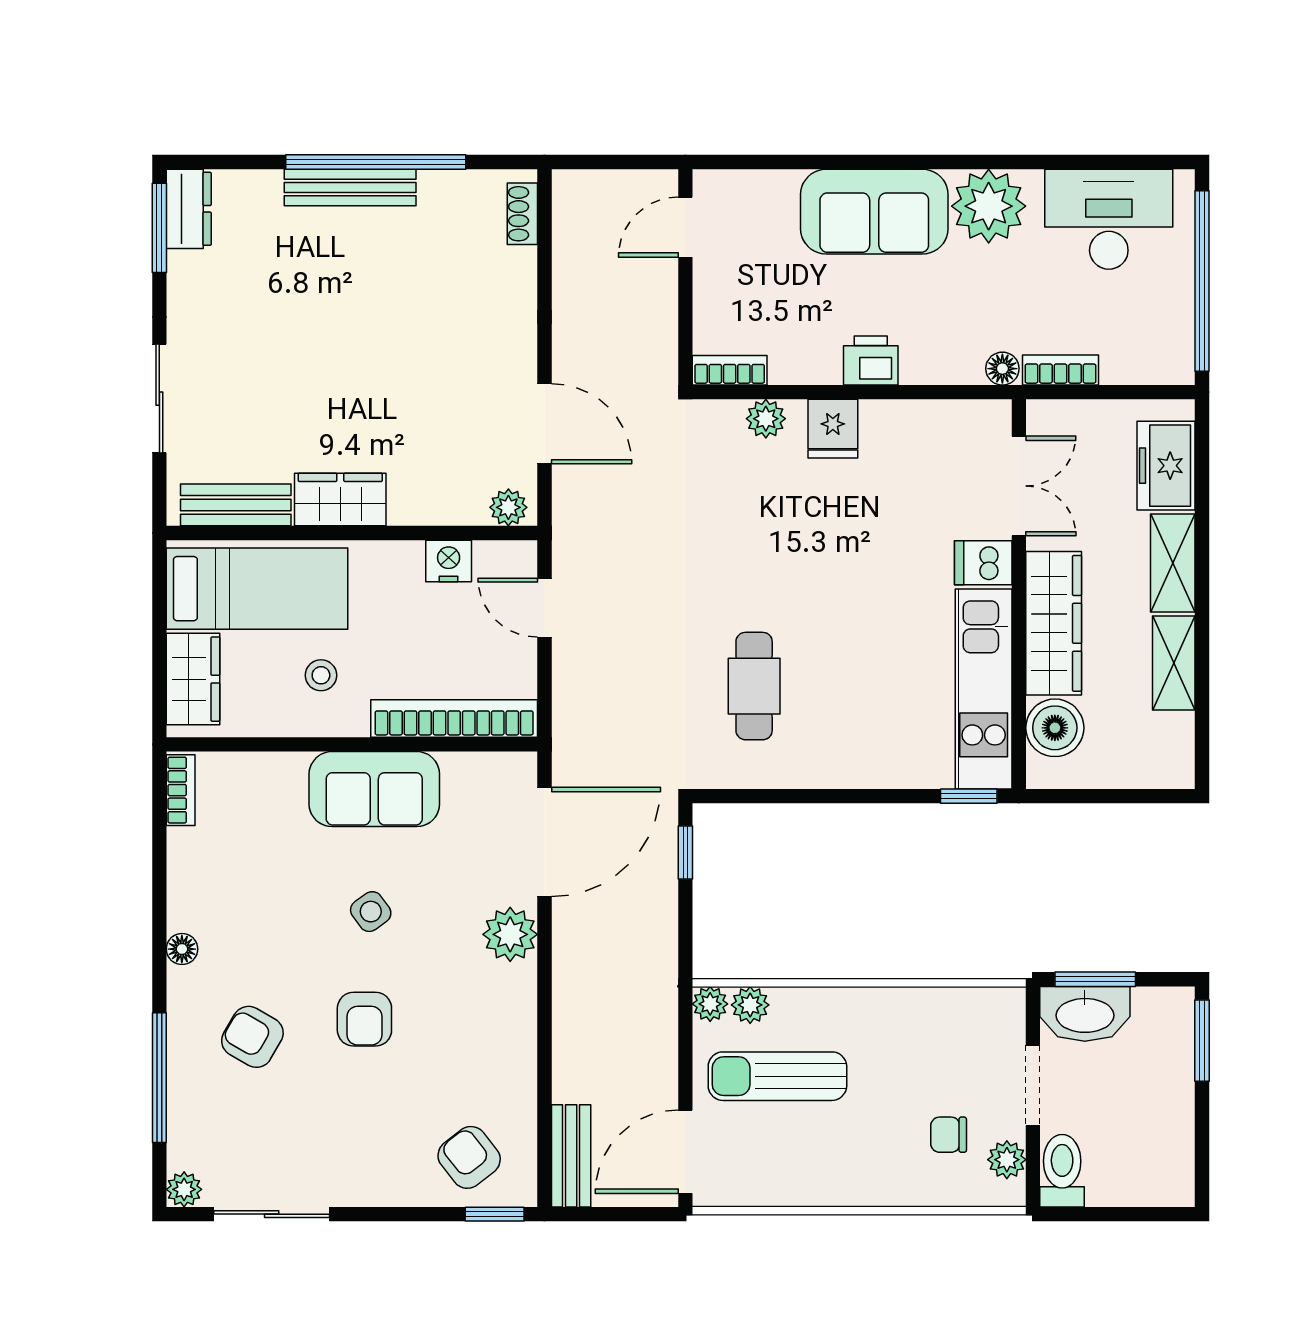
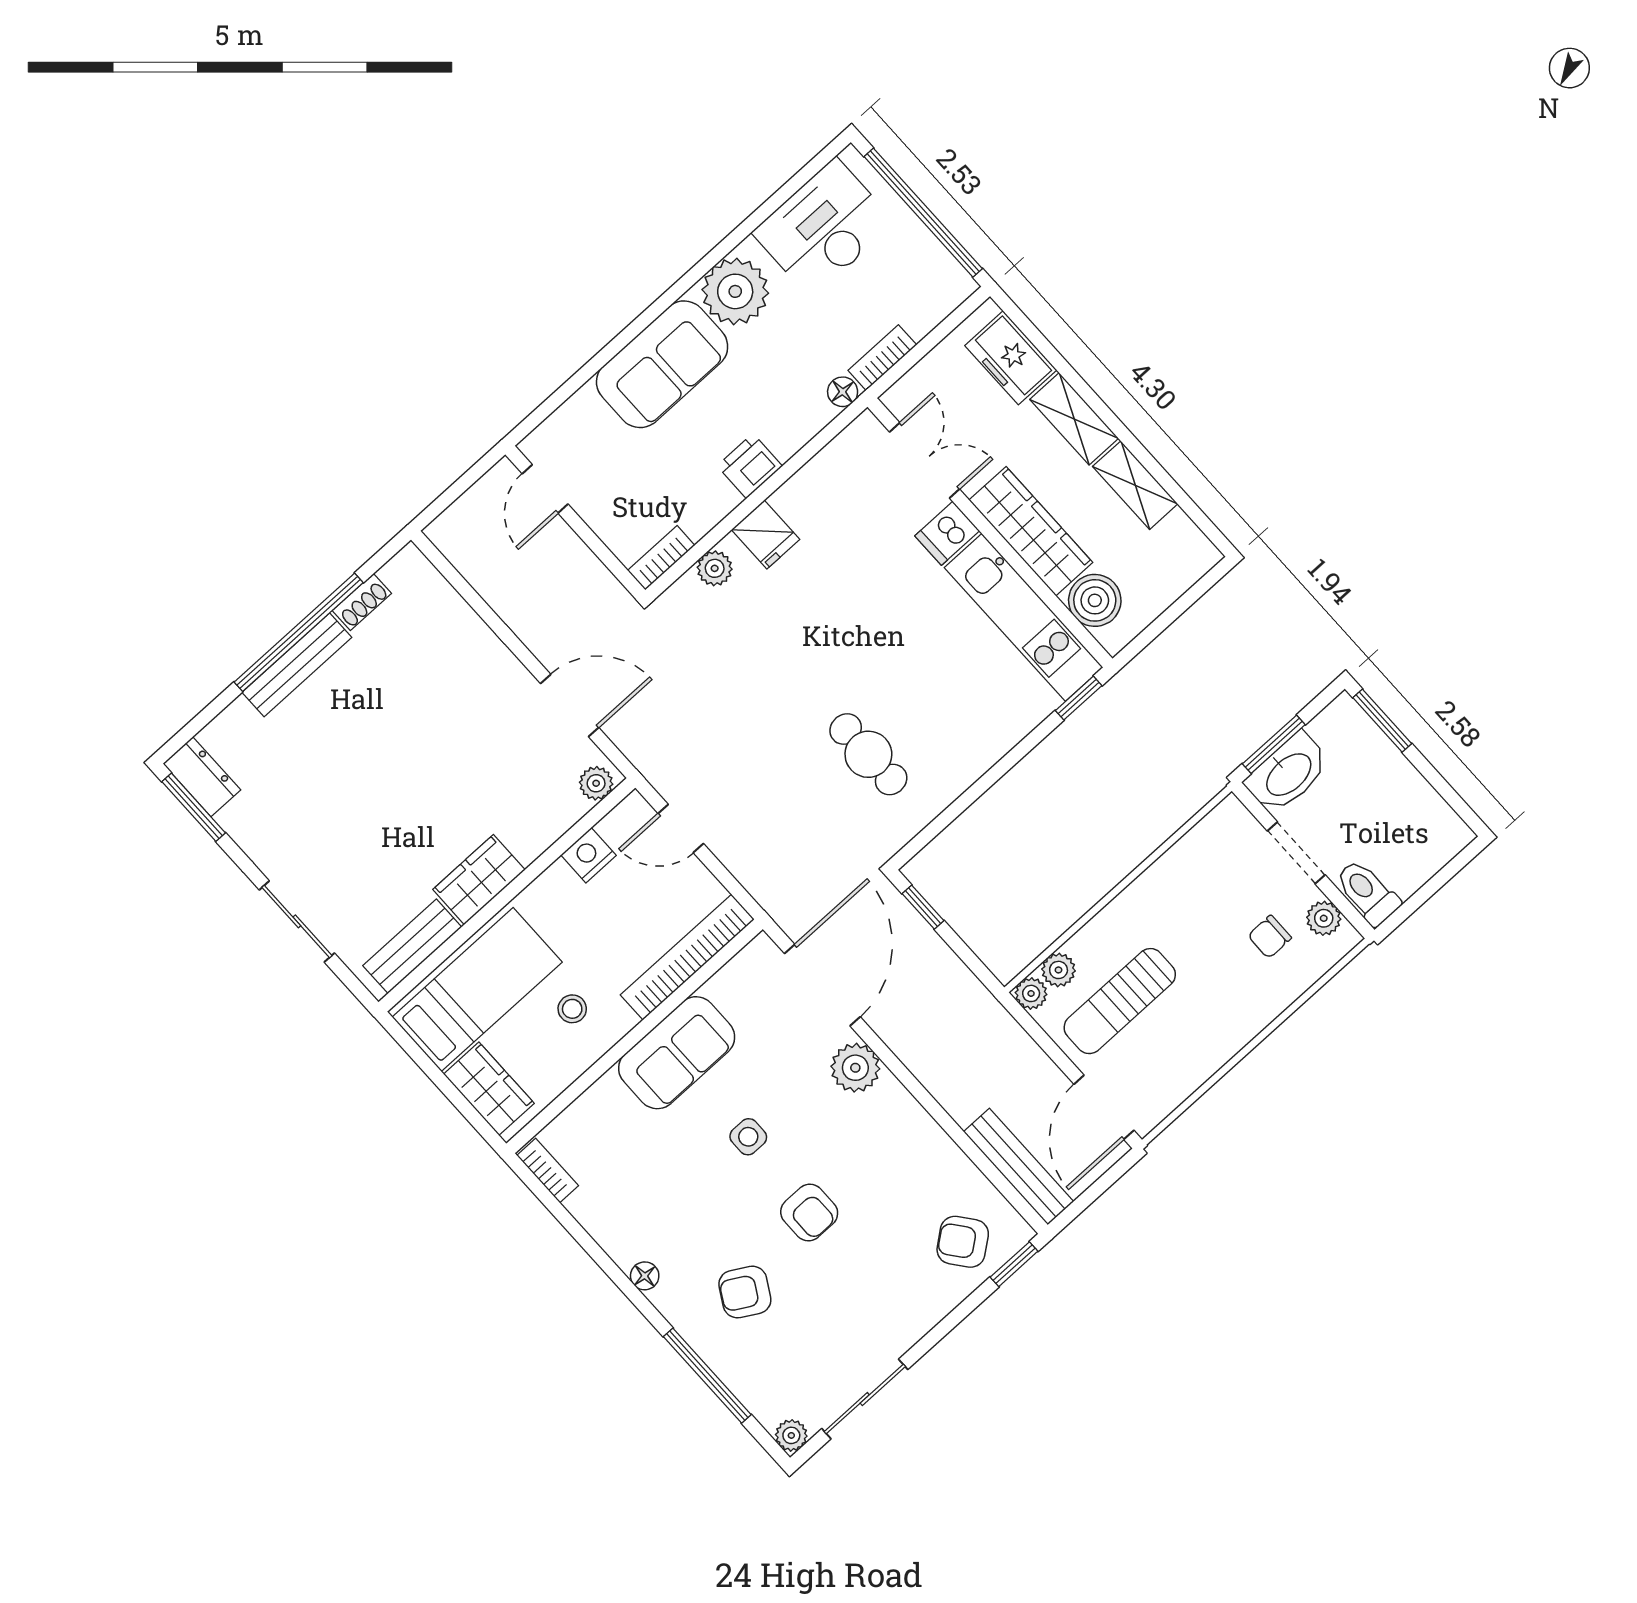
shoe rack: (522, 214) -> (362, 602), moved, turned -90
side table: (371, 912) -> (748, 1137), turned 36
bench: (571, 1156) -> (1019, 1167), width x1.36

